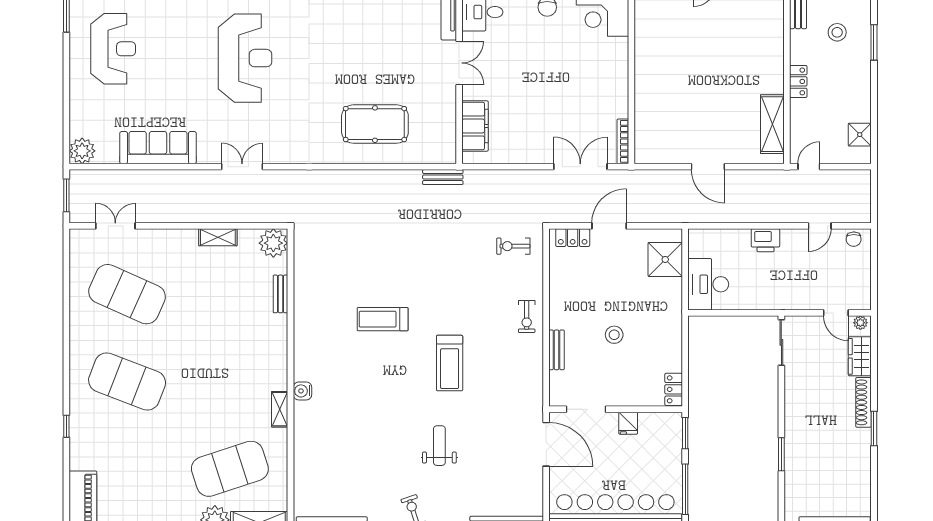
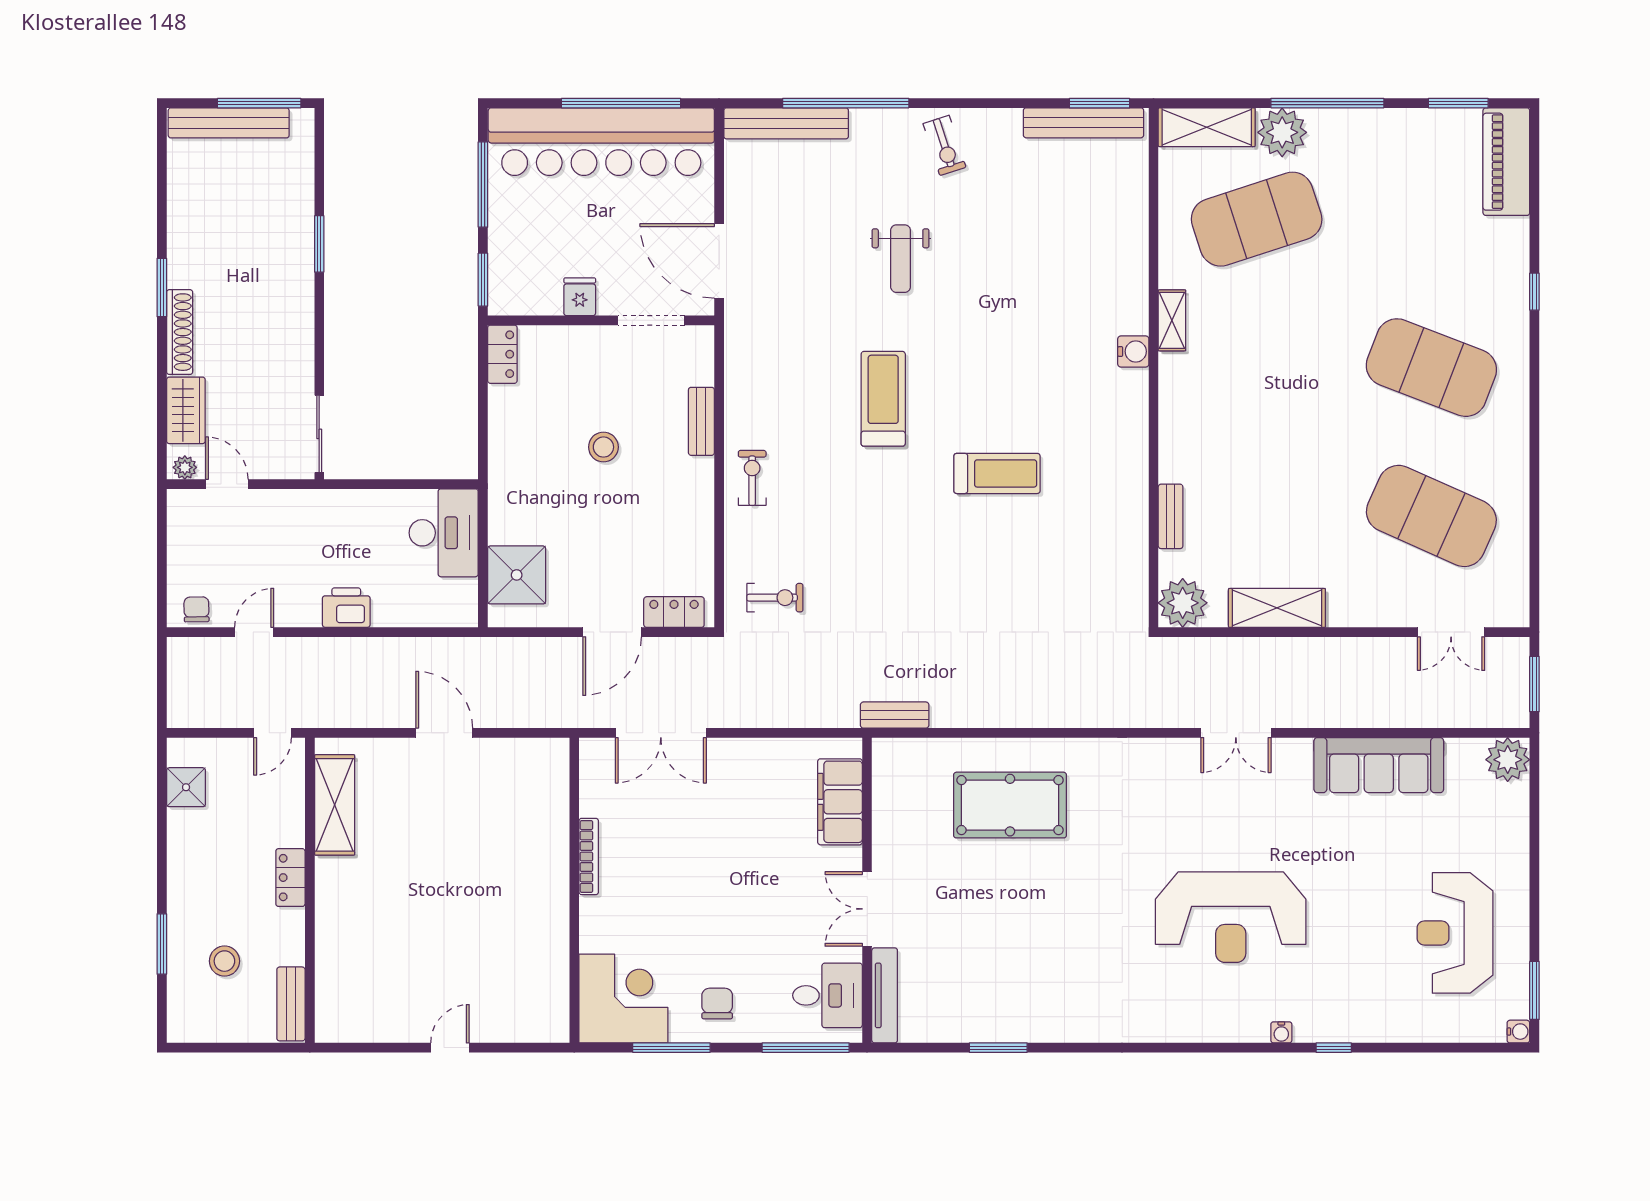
reception desk: (245, 58) -> (1231, 917), turned -90
bookcase: (623, 141) -> (589, 856), moved
shelving: (218, 237) -> (1277, 608), width x1.50, depth x1.33

